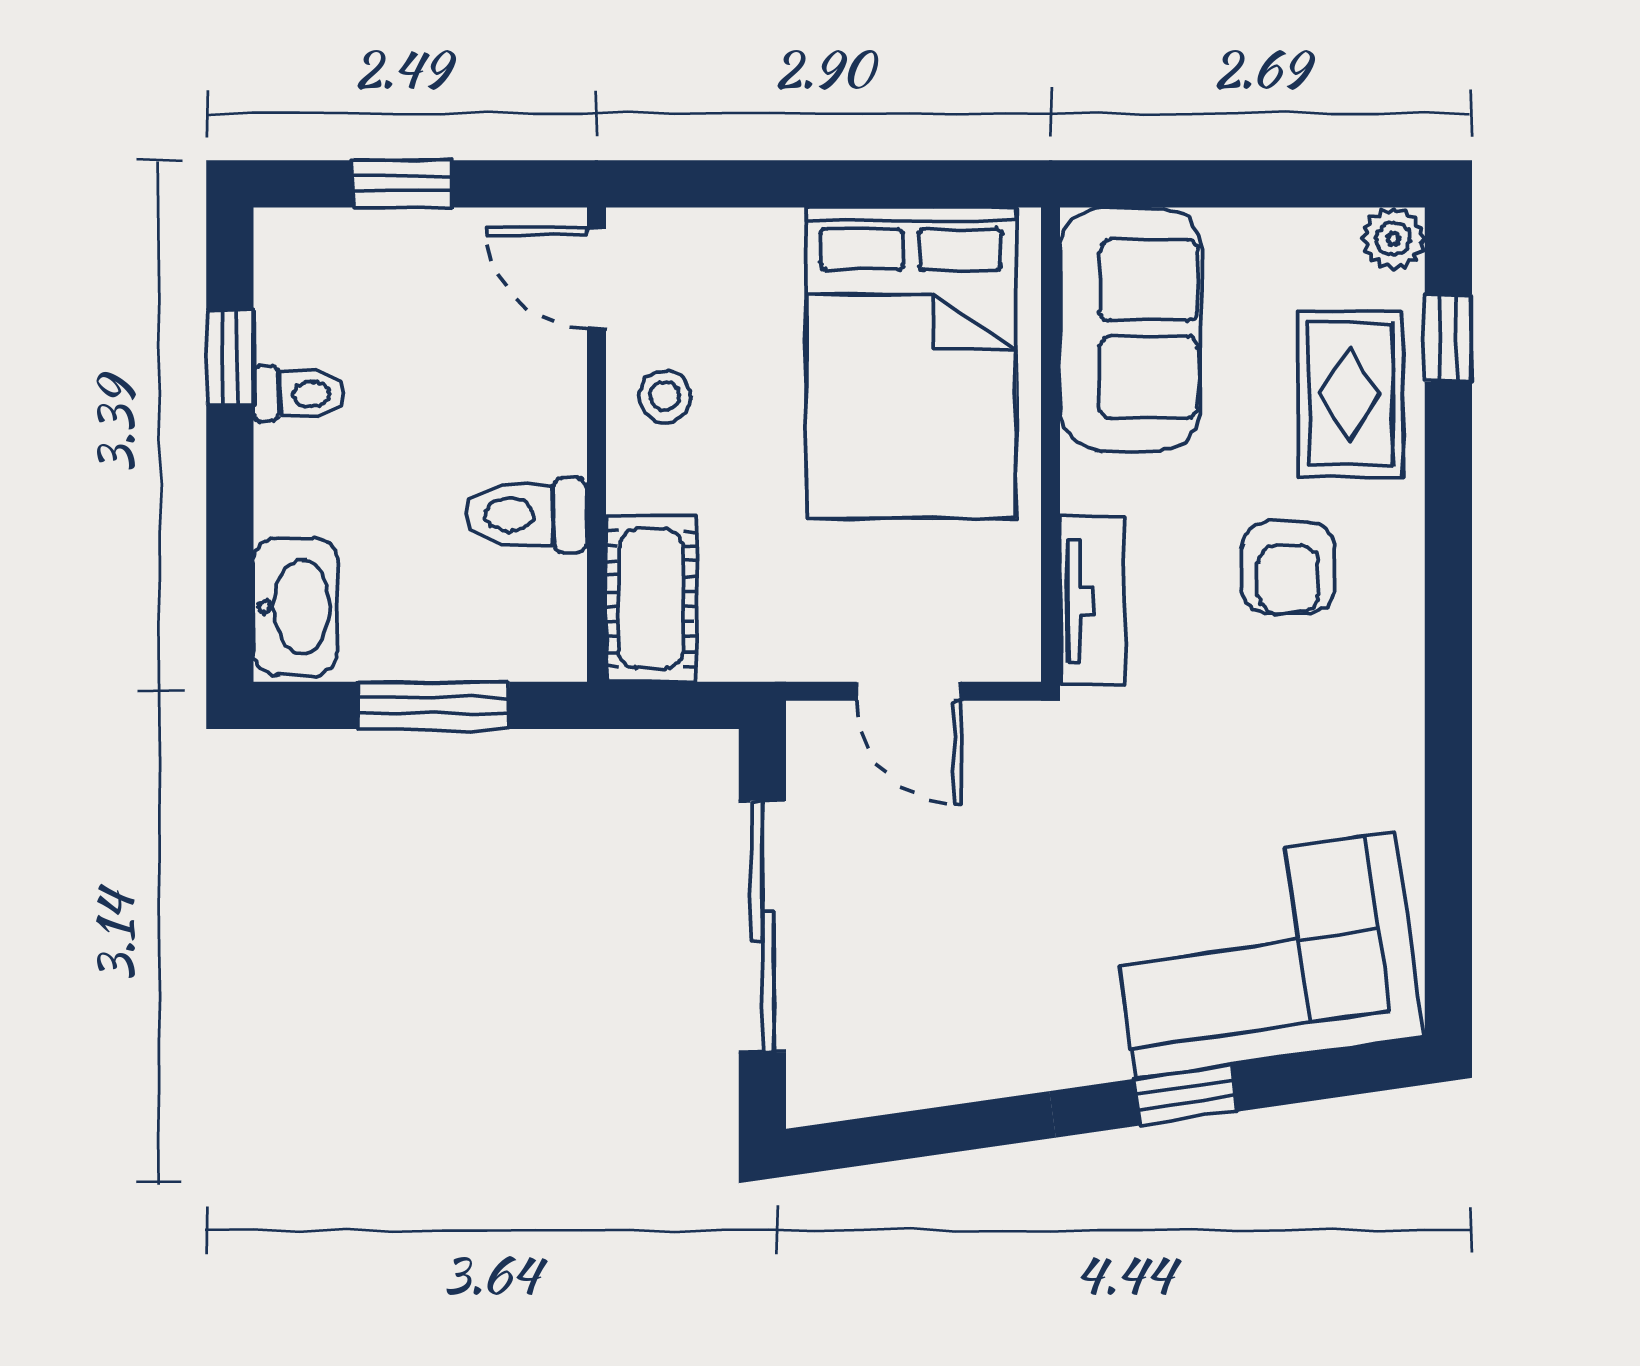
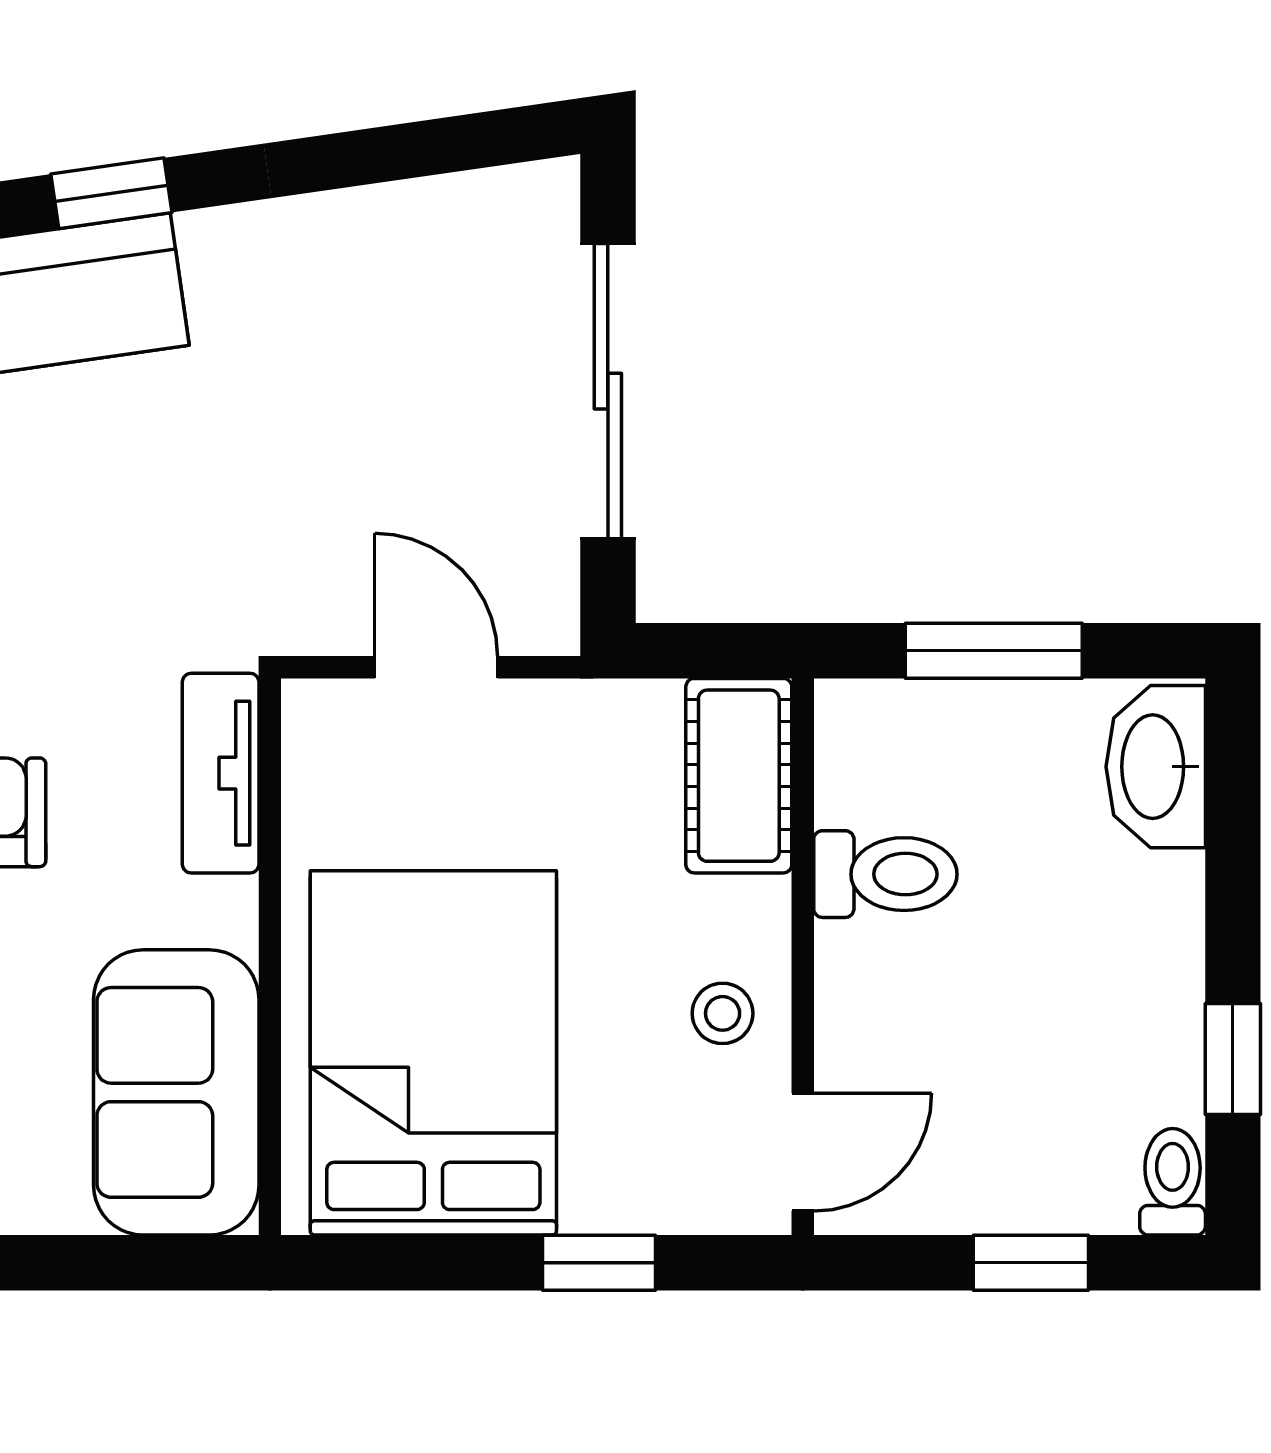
window: (770, 184) -> (599, 1263), added
door: (596, 278) -> (803, 1152), hinge flipped
toilet: (299, 394) -> (1173, 1182), moved, turned 90

